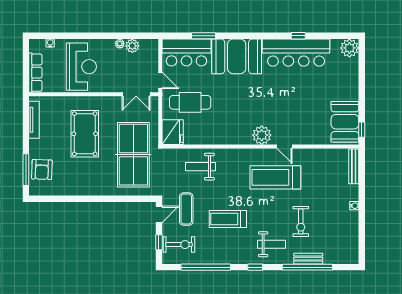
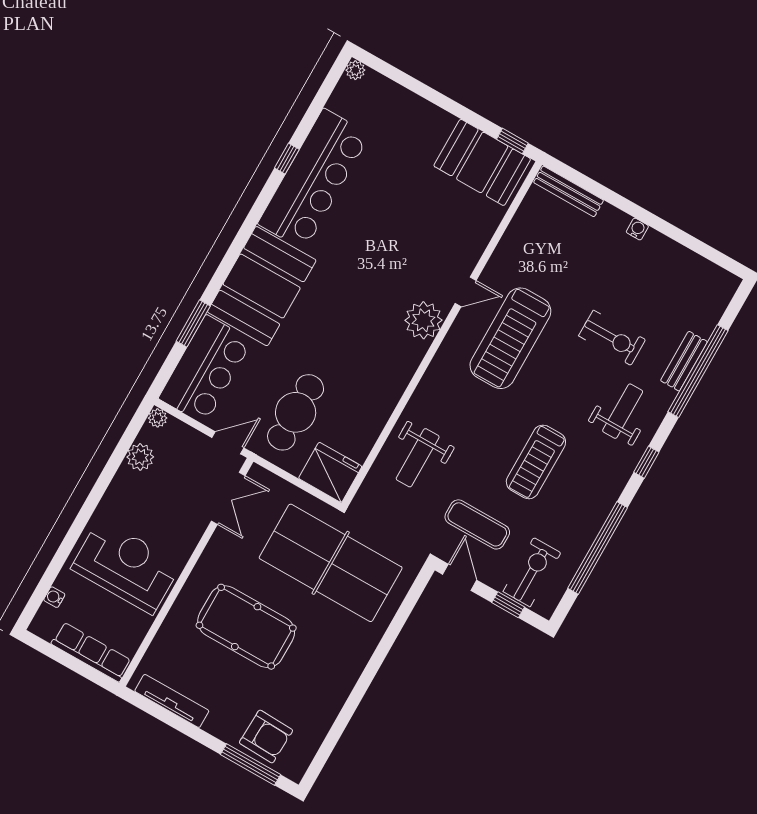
plant: (120, 44) -> (158, 418), moved
plant: (349, 48) -> (355, 70), width x0.53, depth x0.53

